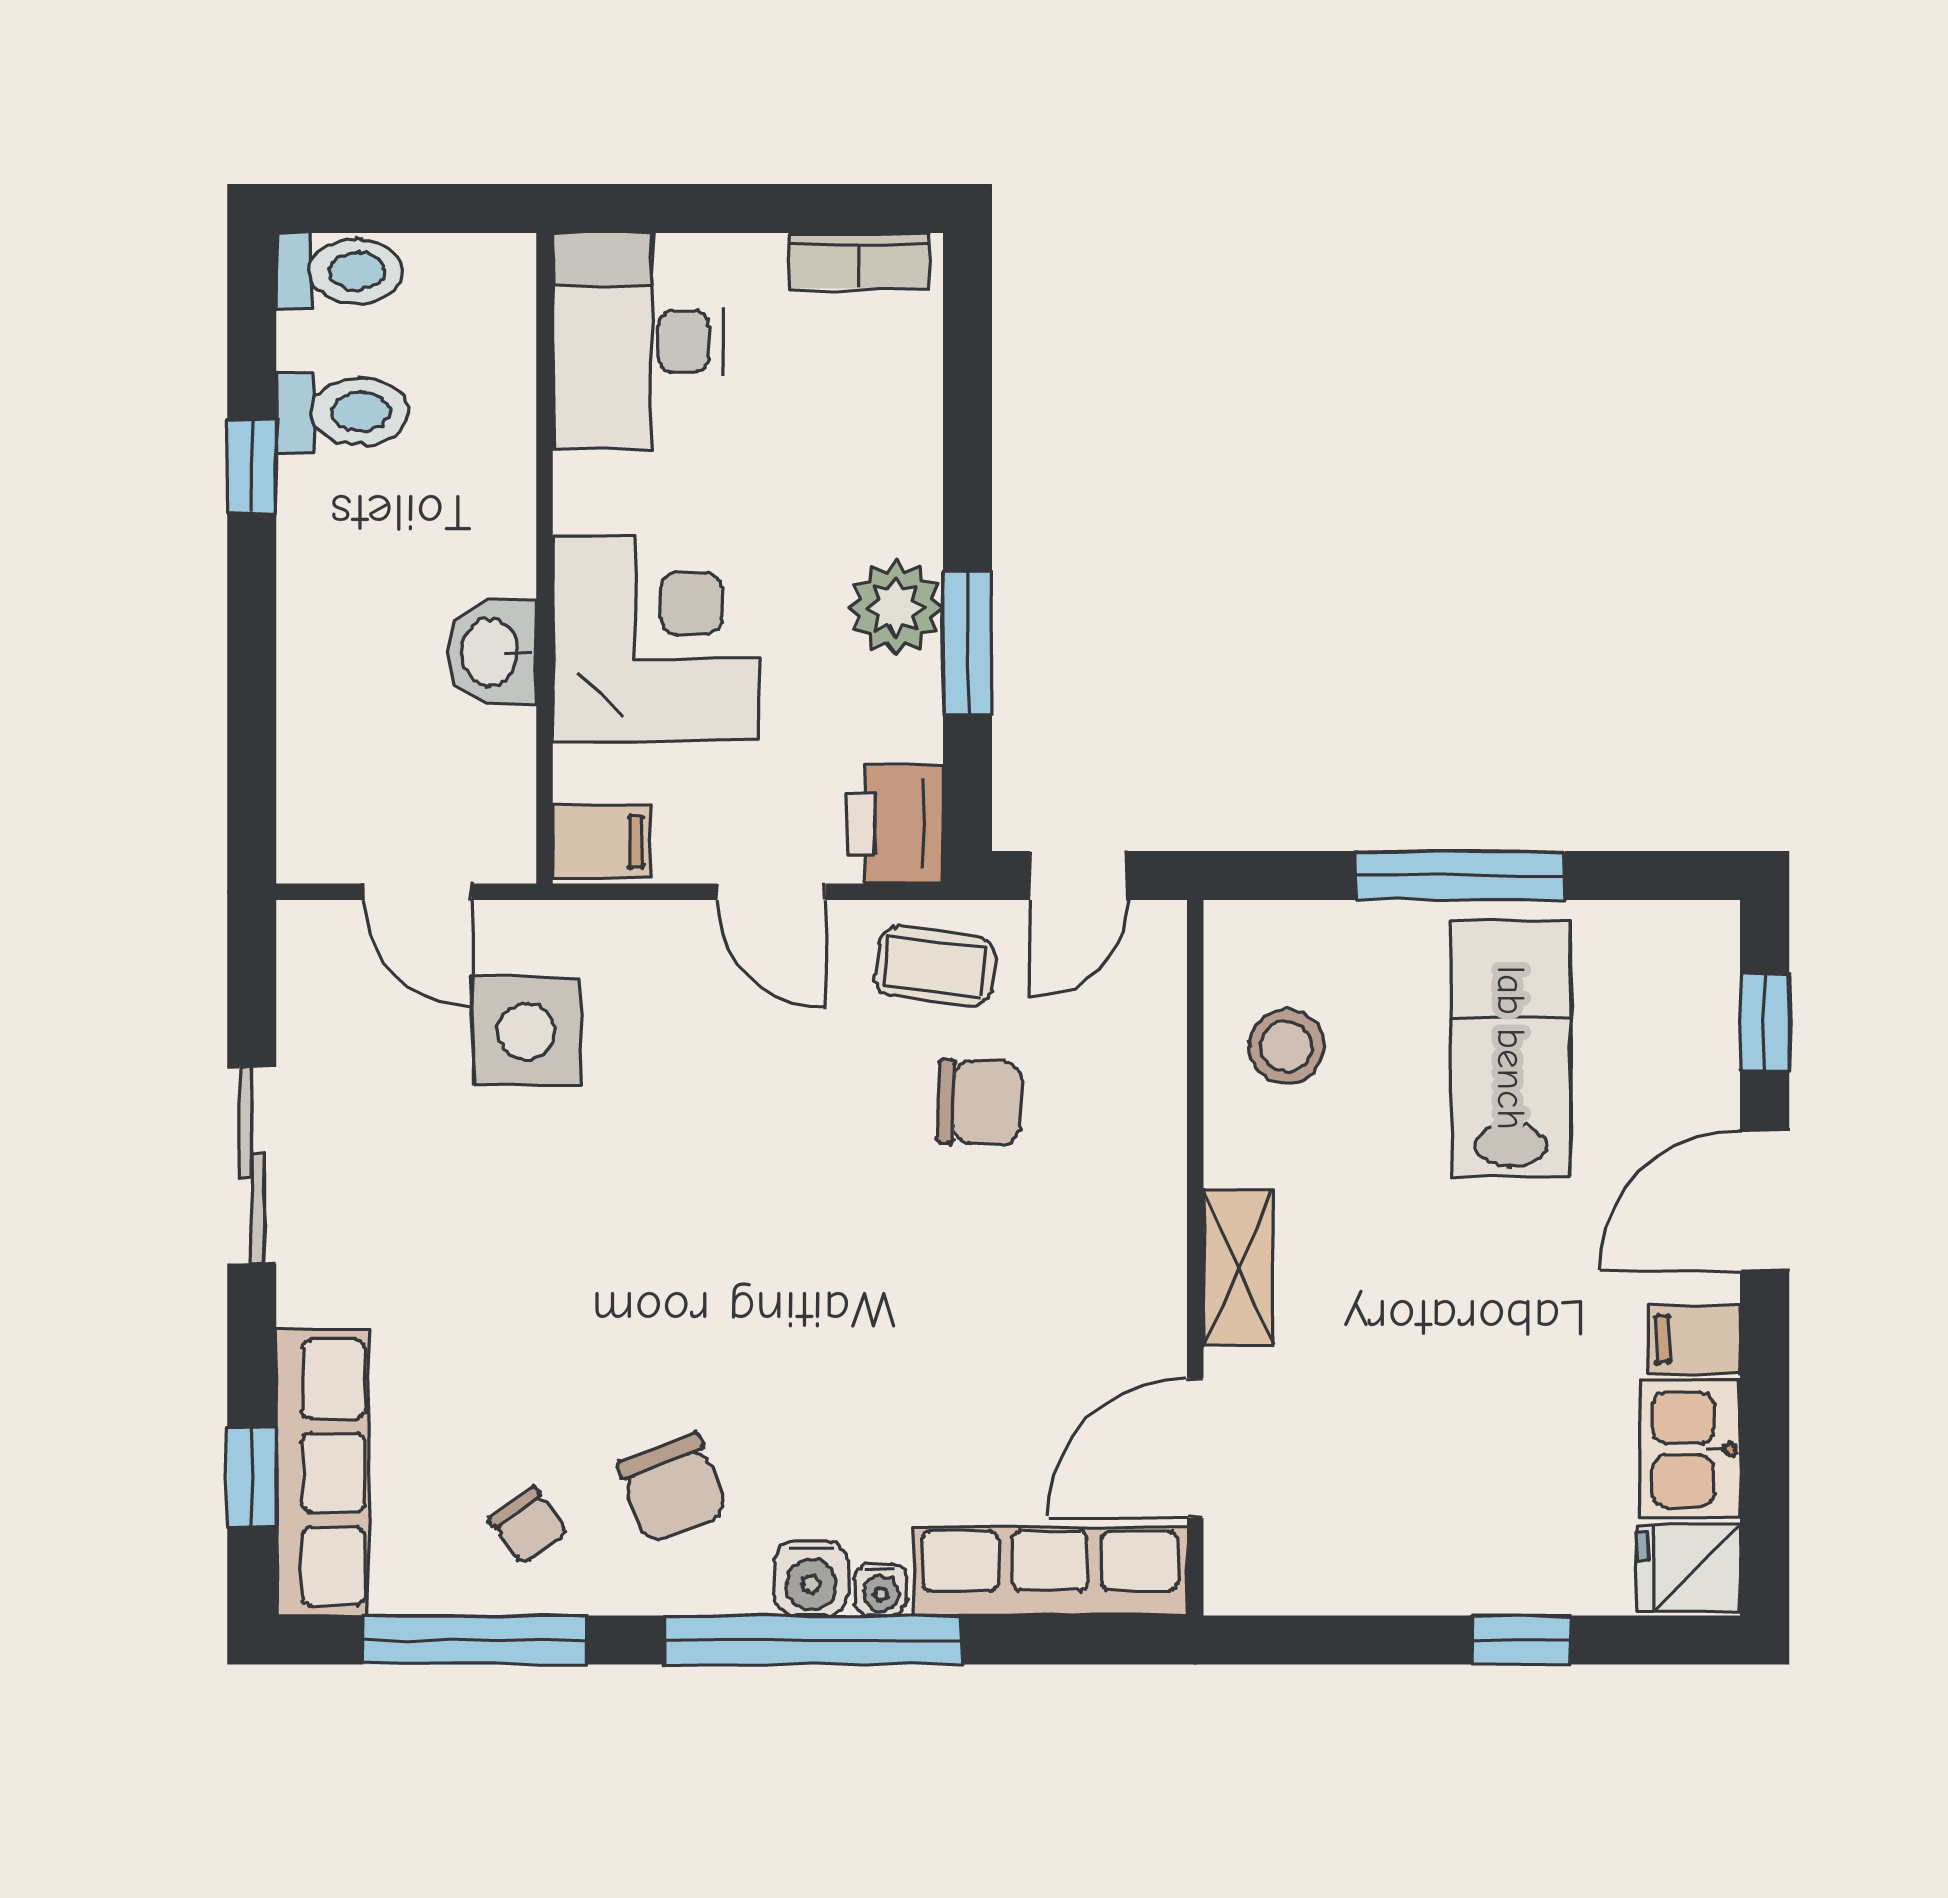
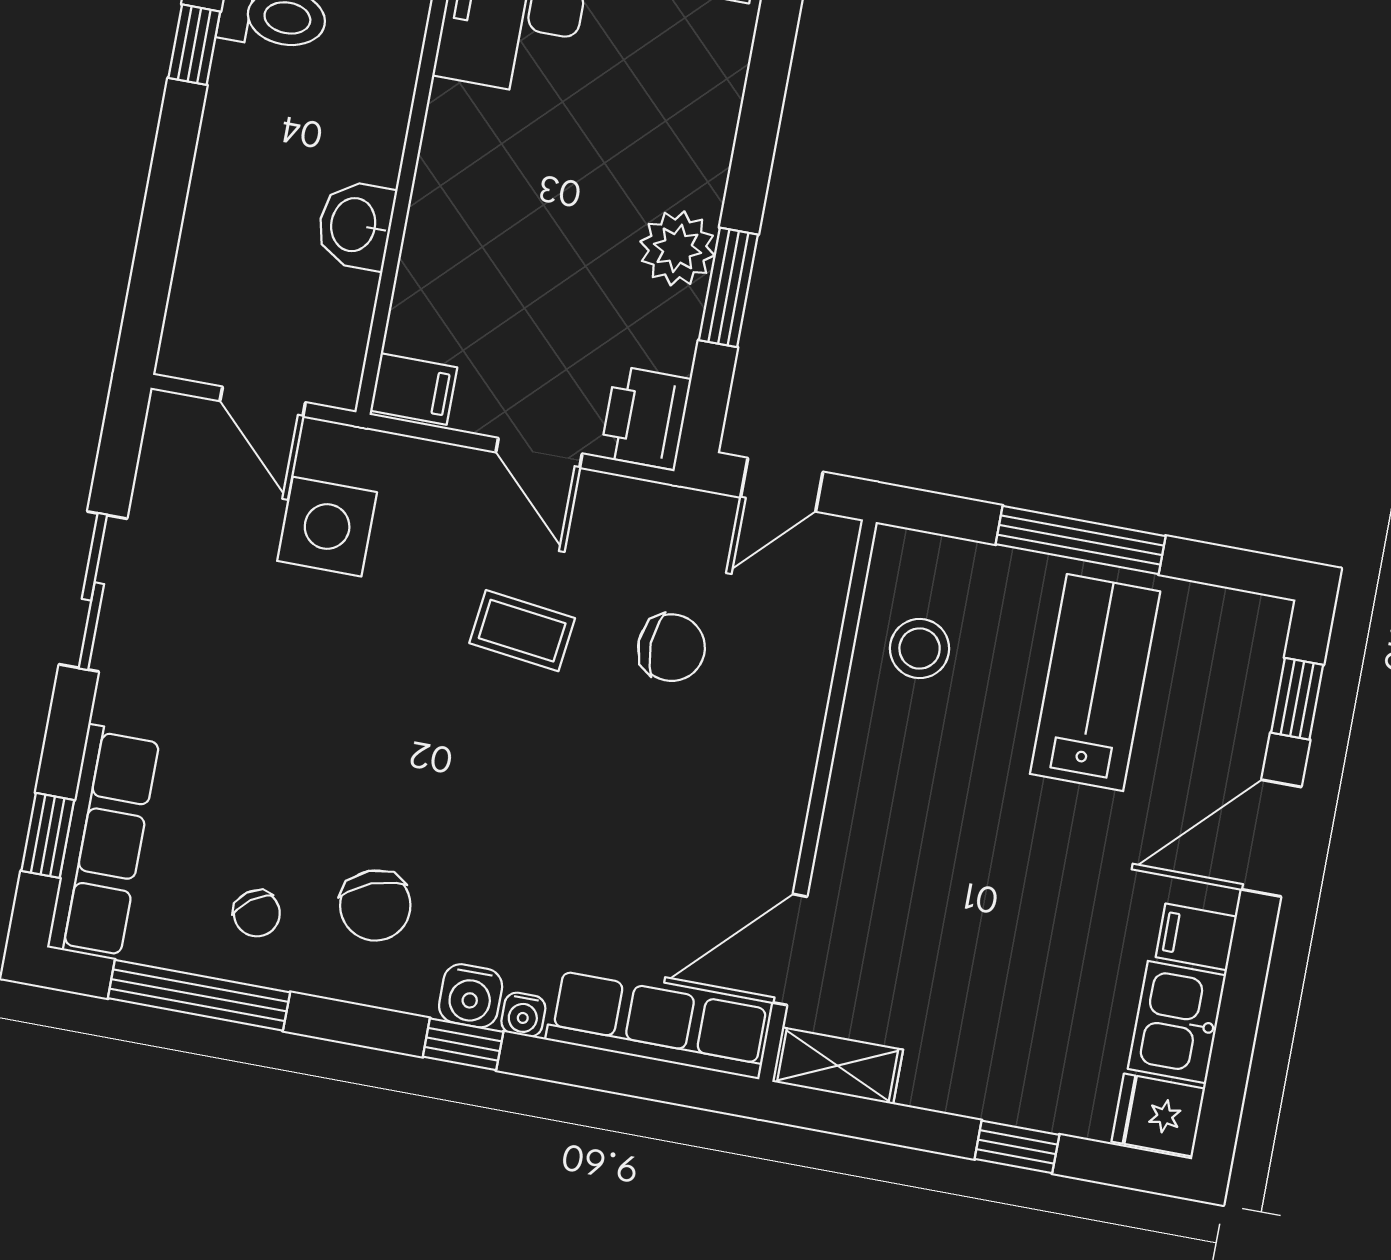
corner desk: (656, 639) -> (486, 238), removed
coffee table: (935, 966) -> (522, 631), moved
shelving: (1238, 1268) -> (838, 1066), moved, turned 90
window: (813, 1640) -> (463, 1044), width x0.32

